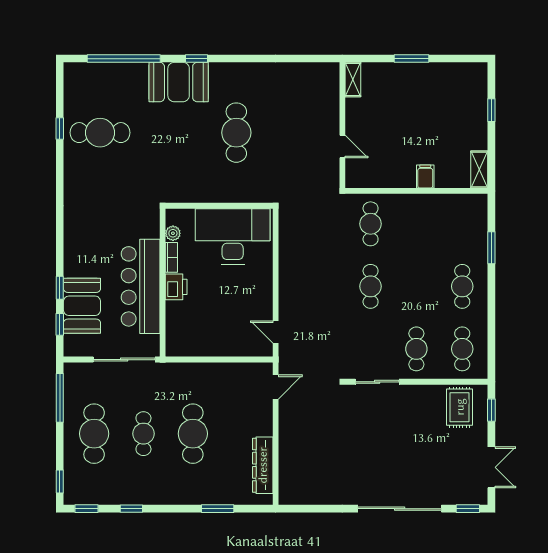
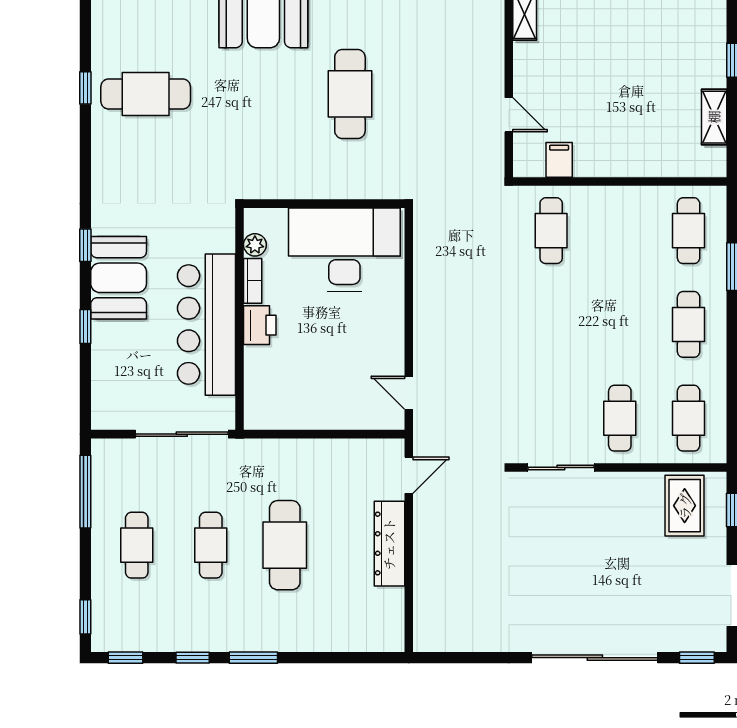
shelving: (479, 170) -> (714, 117), moved
filing cabinet: (425, 177) -> (559, 160), moved
cafe table: (371, 286) -> (689, 231), moved
booth: (82, 306) -> (119, 278), moved
window: (60, 324) -> (85, 245), moved
cafe table: (94, 434) -> (137, 545), width x0.73, depth x0.74
dresser: (263, 465) -> (389, 544), moved
window: (218, 509) -> (253, 658), moved

